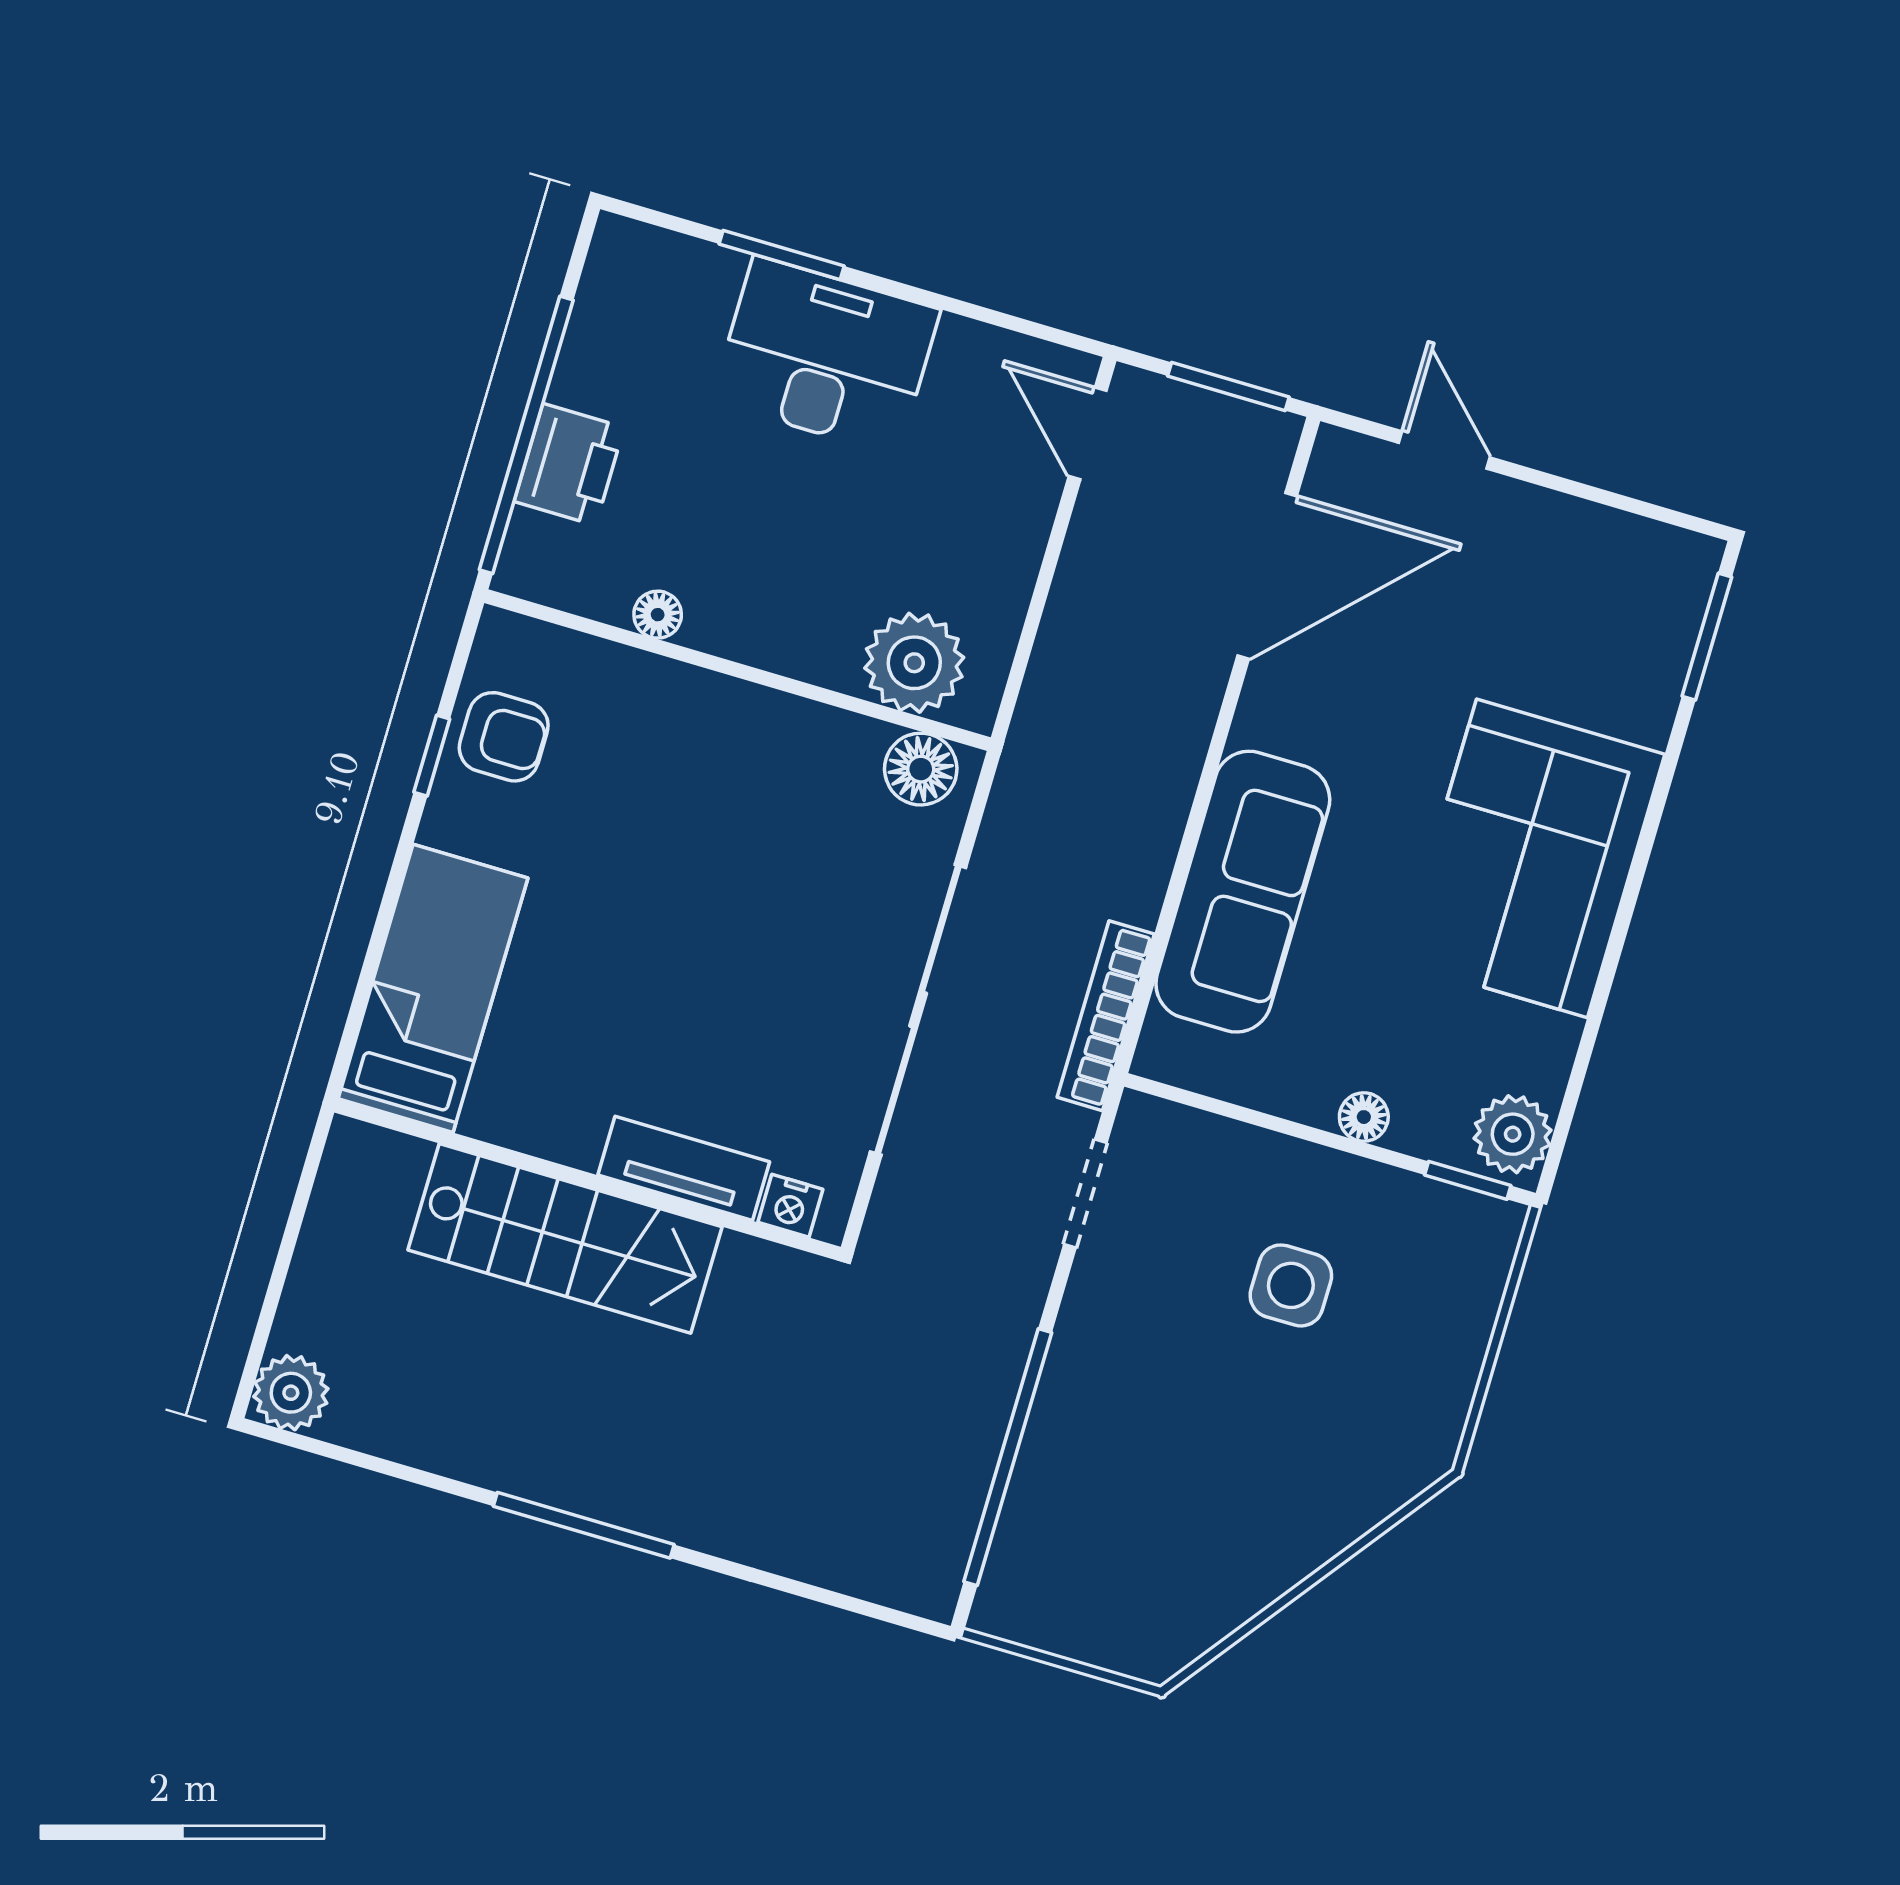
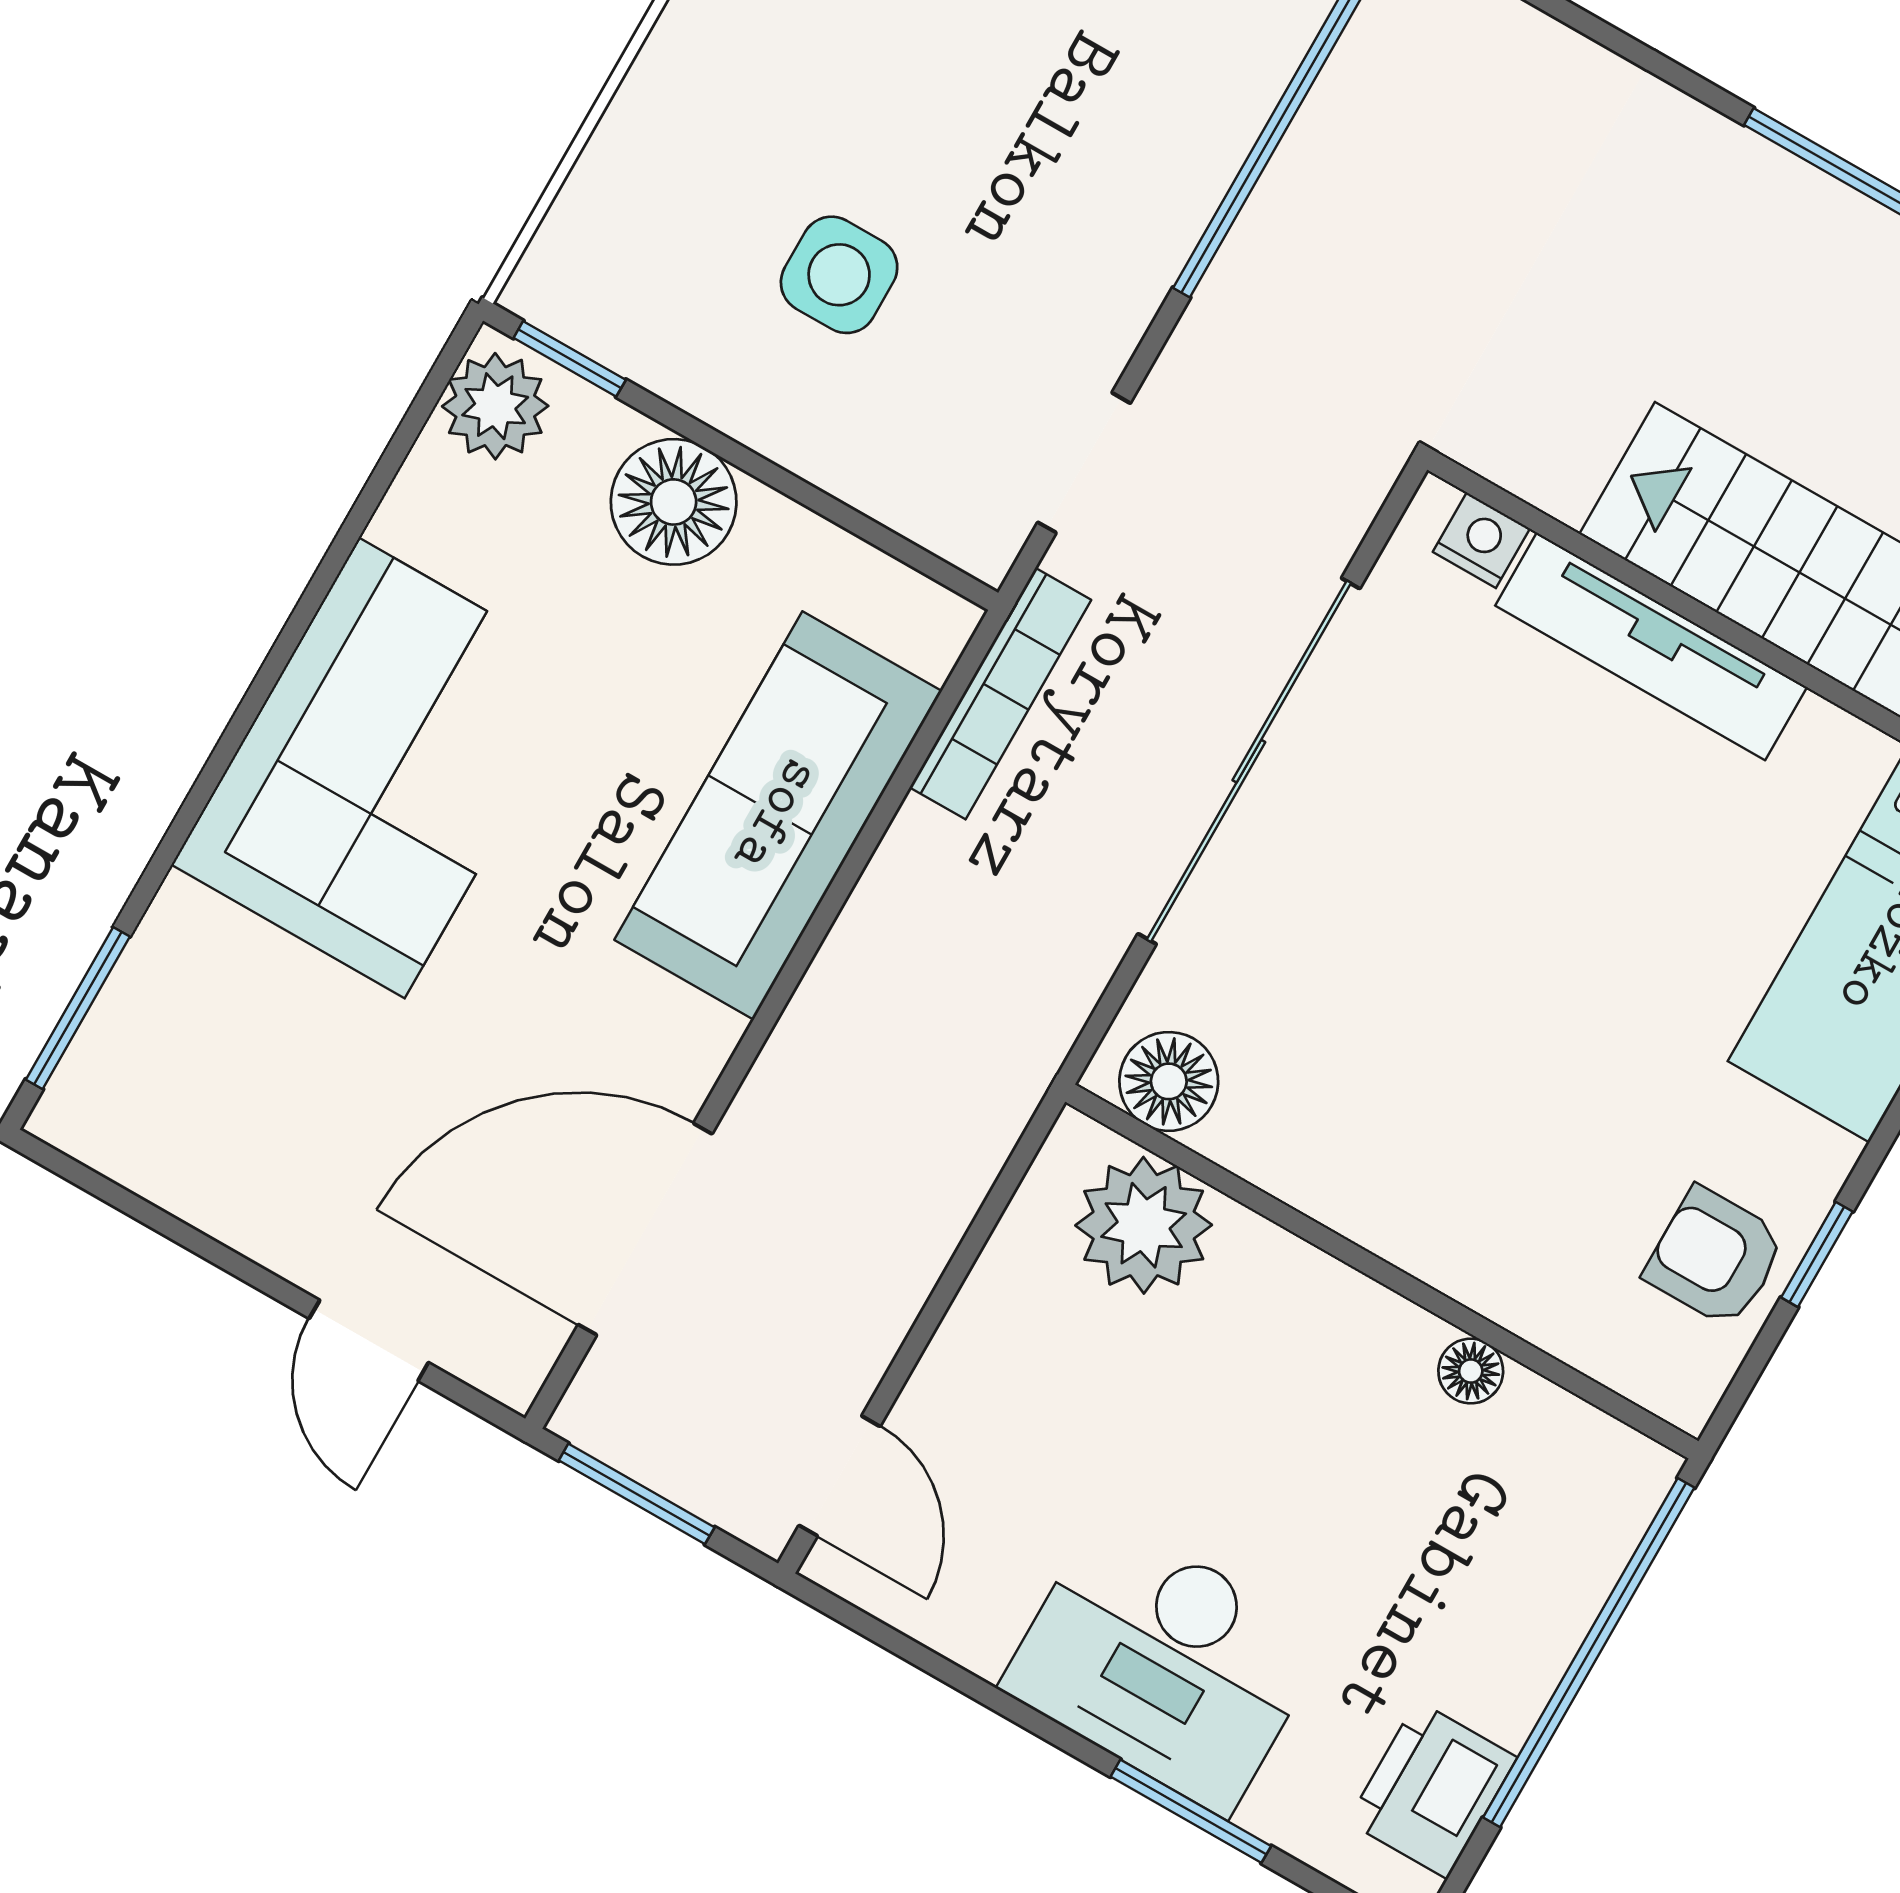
printer: (569, 464) -> (1432, 1790), moved
floor lamp: (1364, 1117) -> (674, 502), width x1.89, depth x1.89
tv unit: (684, 1168) -> (1651, 646), width x1.41

